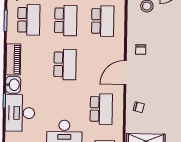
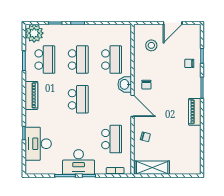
door: (125, 73) -> (133, 106), swing flipped
washbasin: (13, 85) -> (125, 84), moved, turned 180

